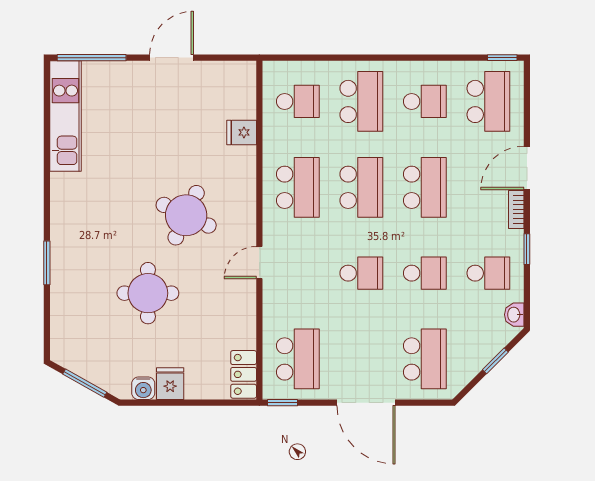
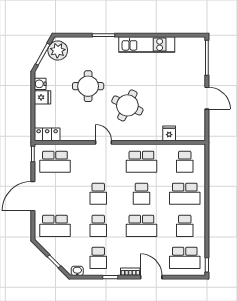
kitchen unit: (65, 116) -> (147, 45), moved
school desk: (361, 187) -> (141, 194), width x0.54
plant: (77, 353) -> (58, 51), added

